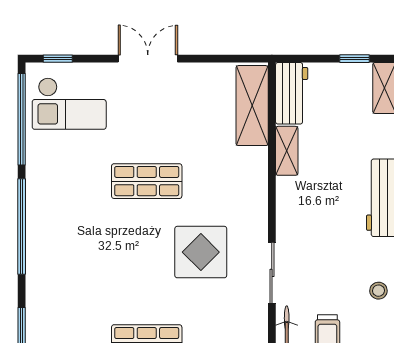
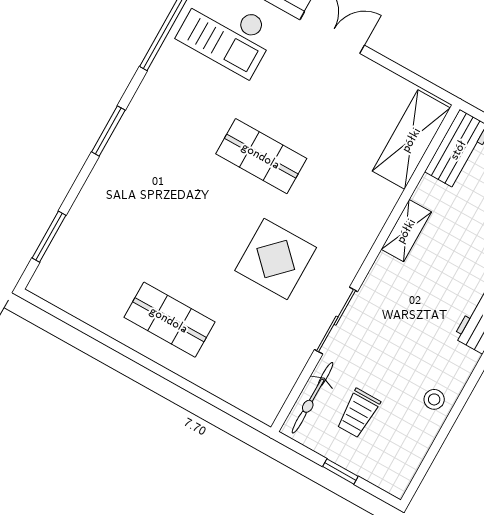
shelving: (287, 151) -> (406, 231), moved
window: (22, 226) -> (108, 131), width x0.47

